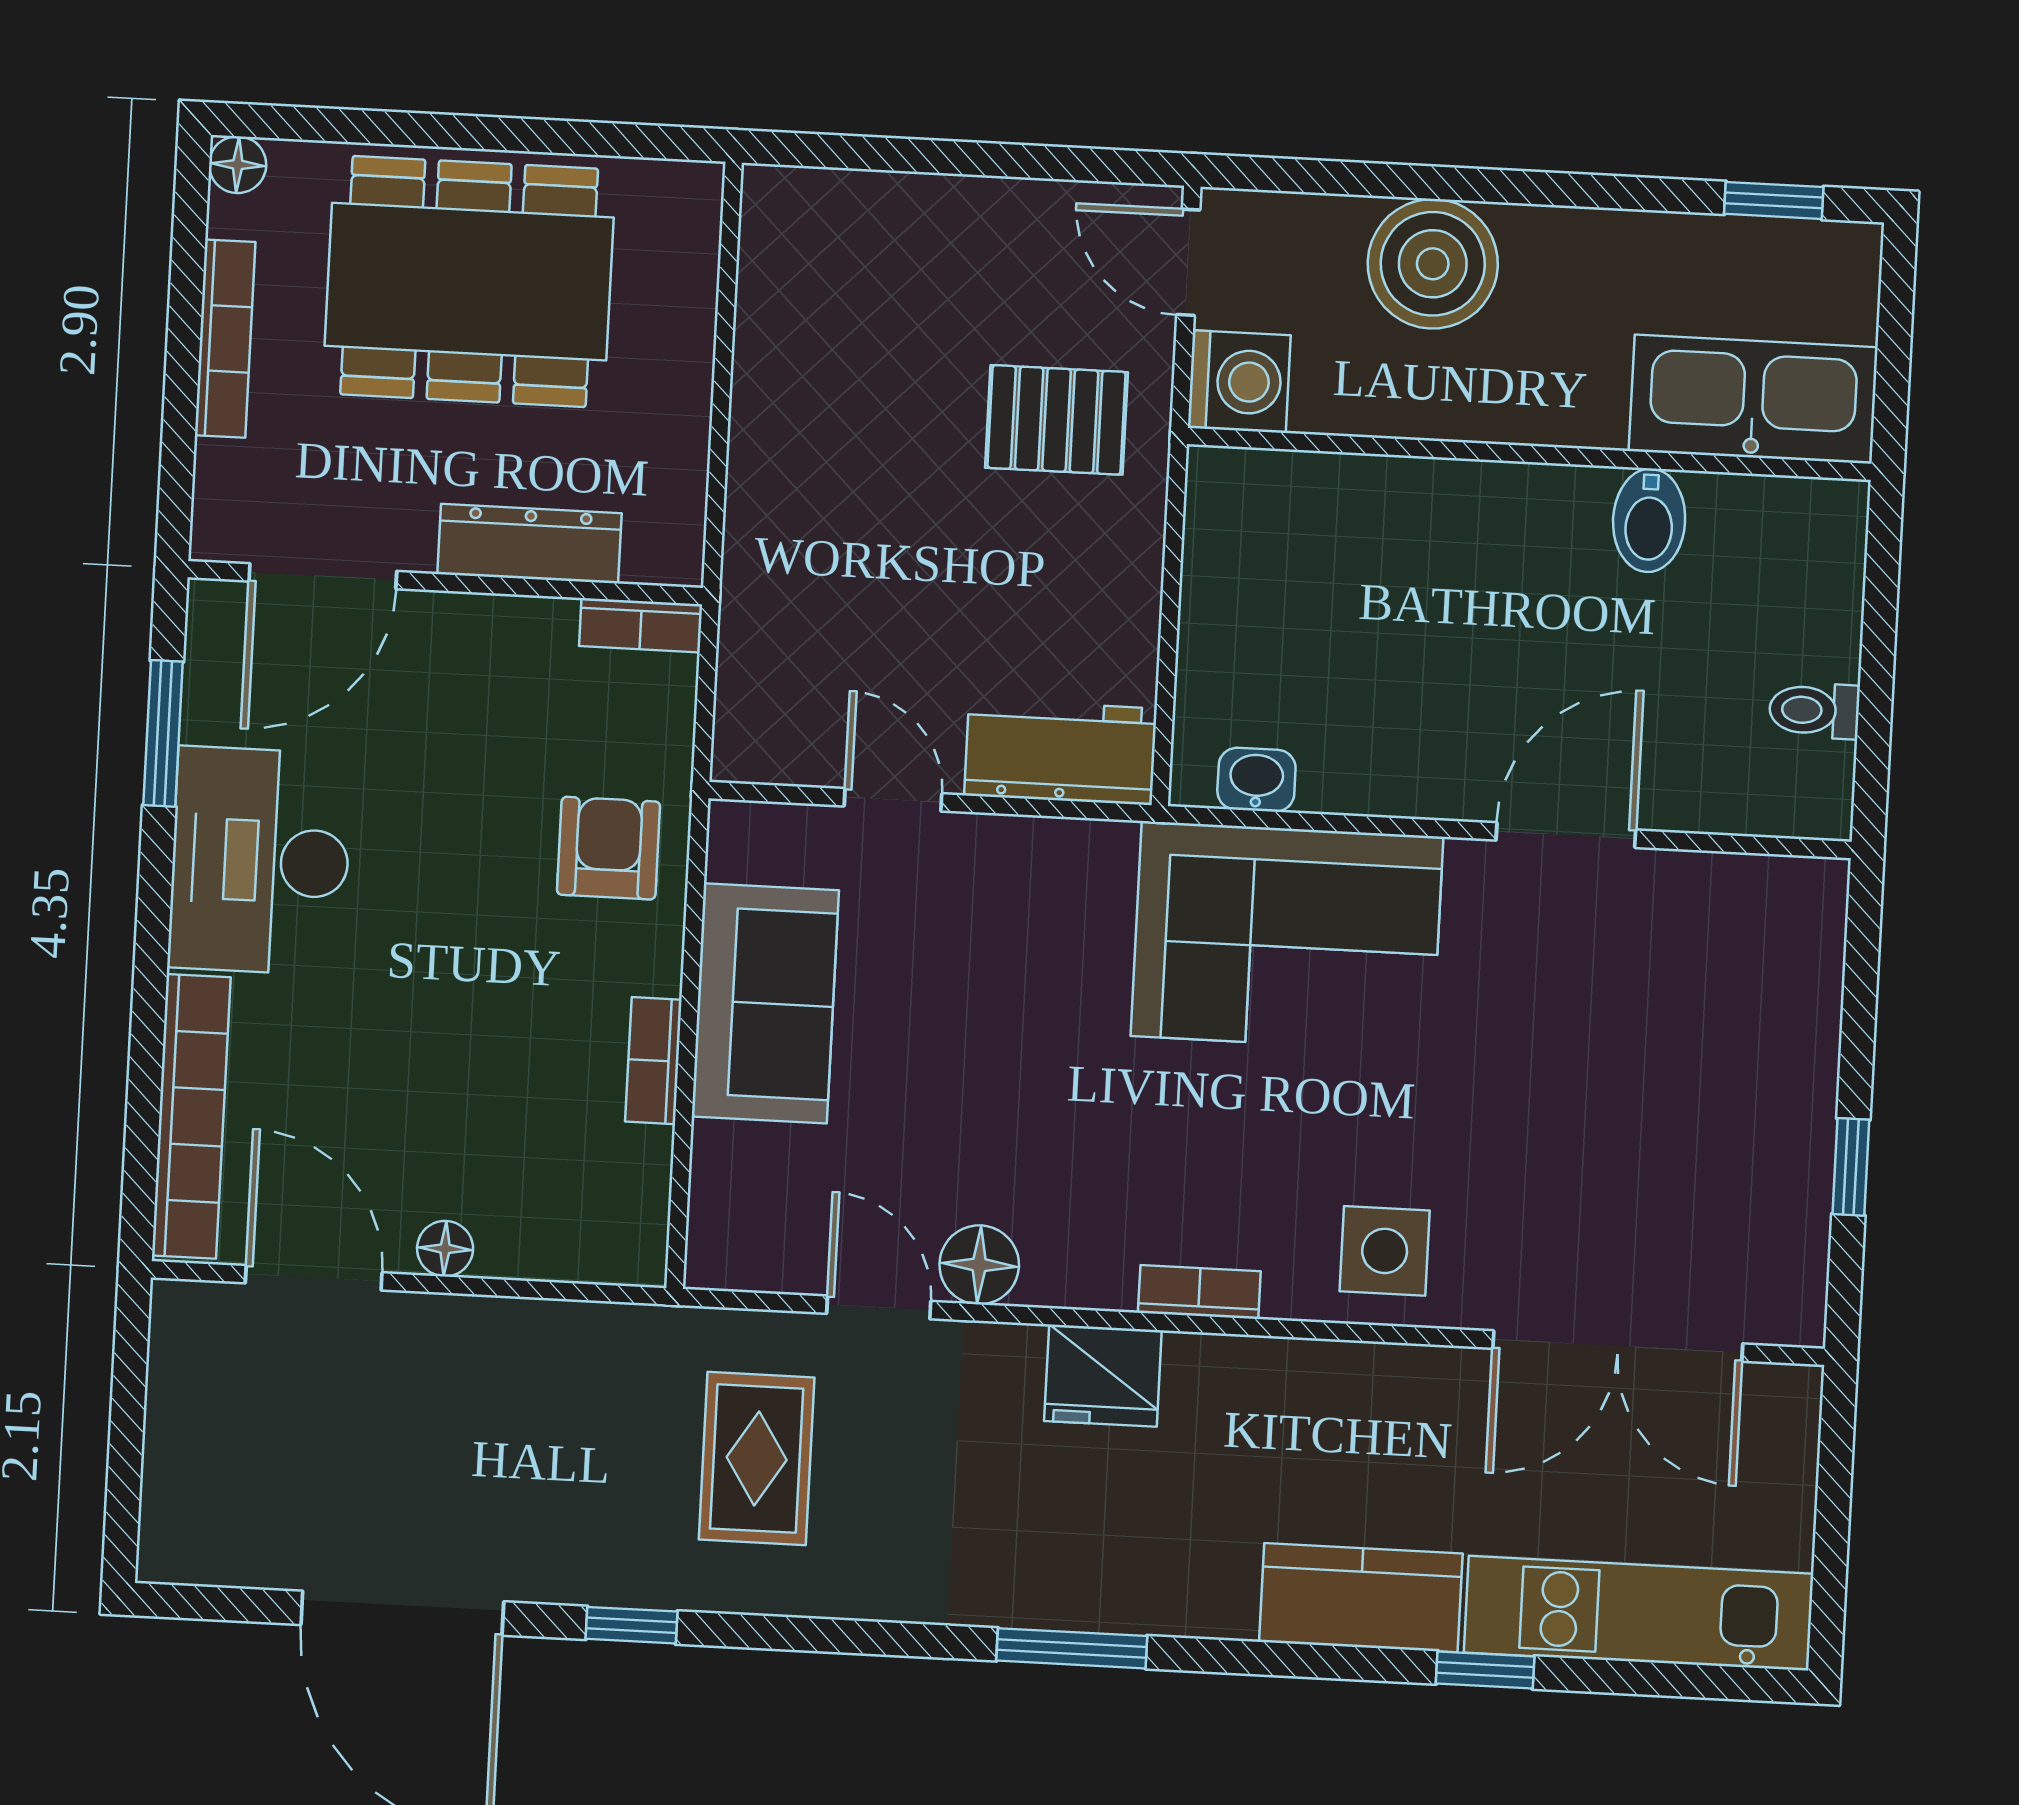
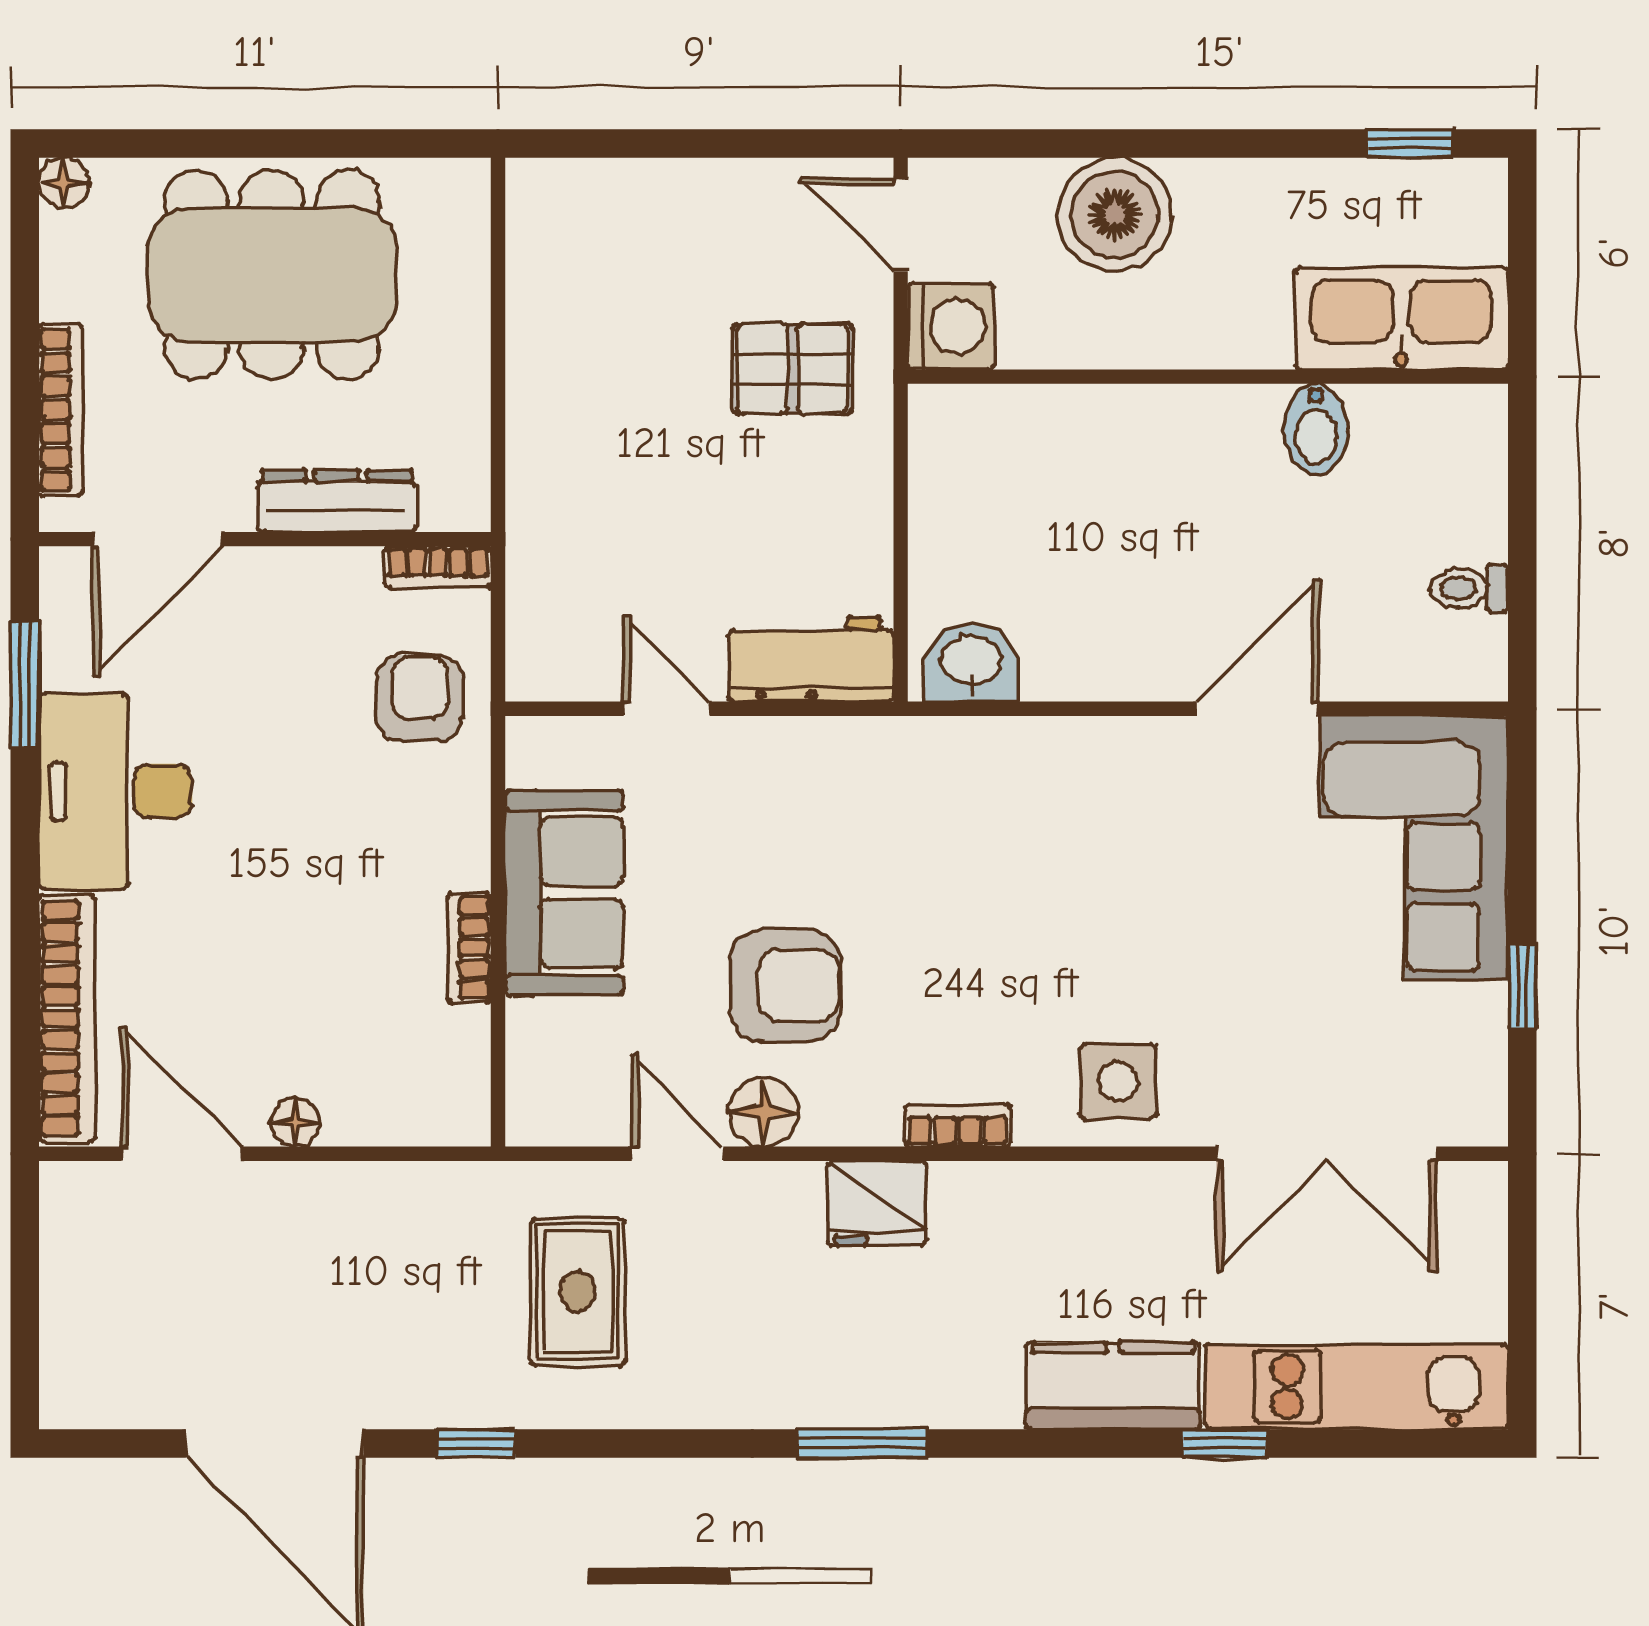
bookcase: (225, 339) -> (61, 410), moved
washbasin: (1256, 780) -> (971, 662), width x1.38, depth x1.45
armchair: (609, 848) -> (420, 698), moved
corner sofa: (1287, 936) -> (1414, 848), moved, turned 90
armchair: (1011, 1122) -> (785, 985), added

